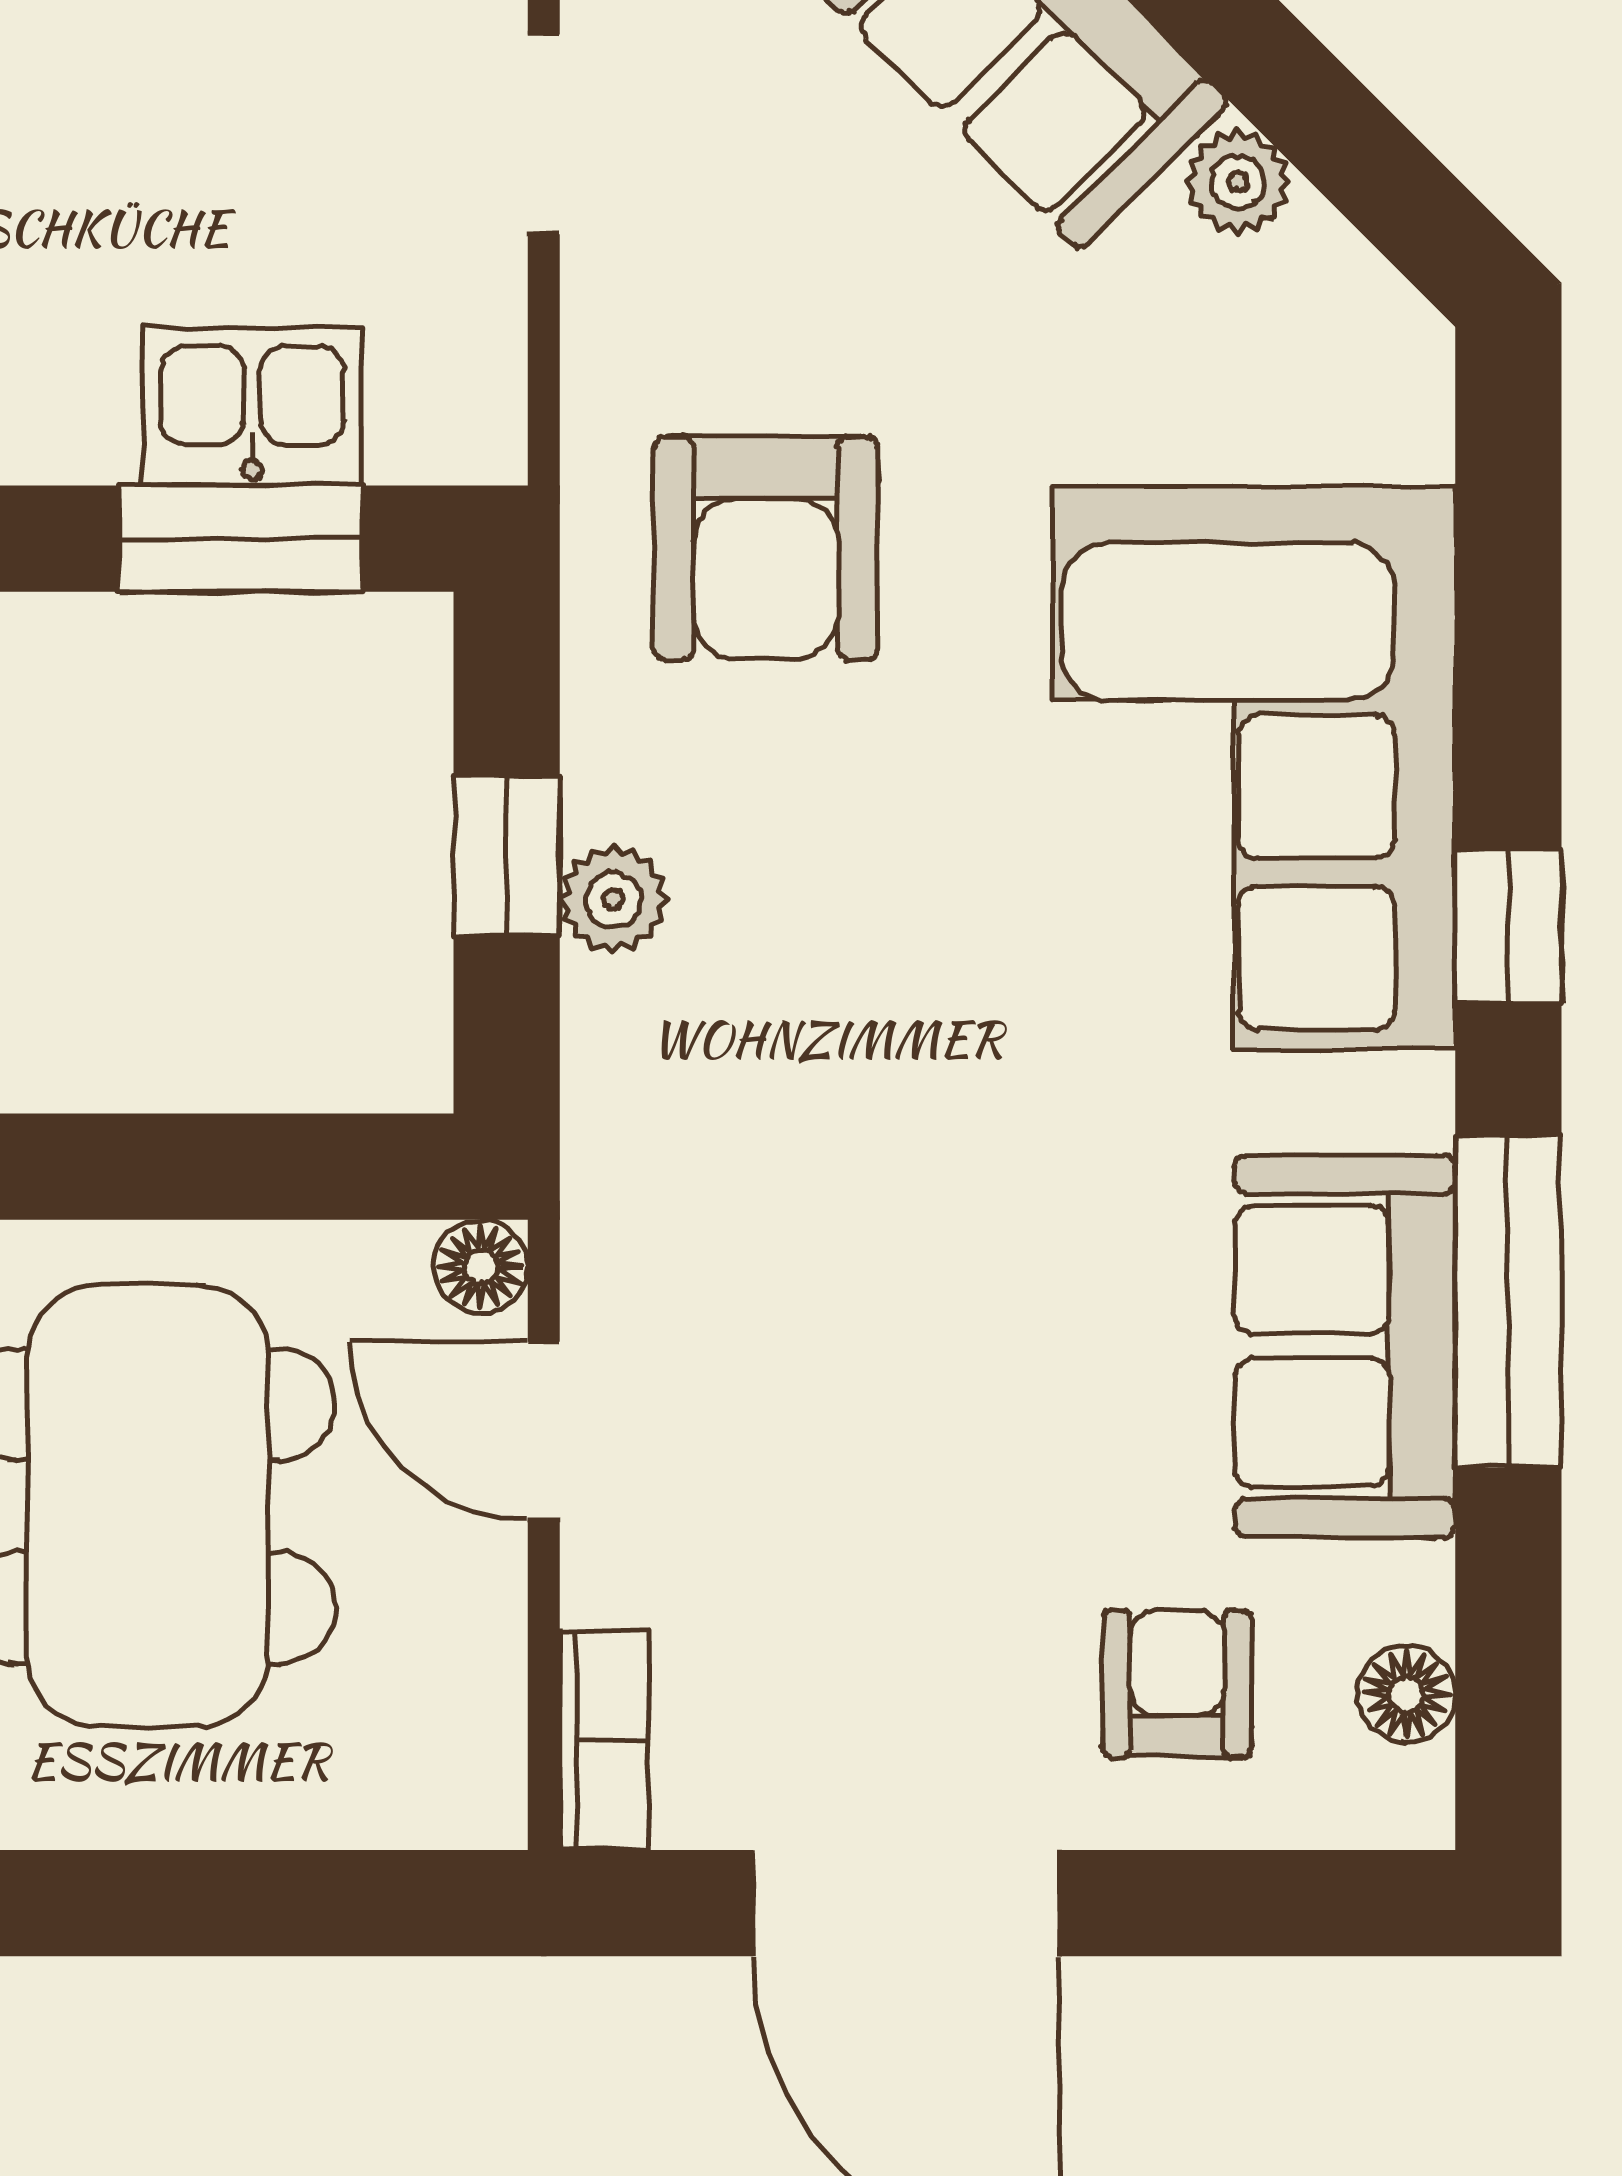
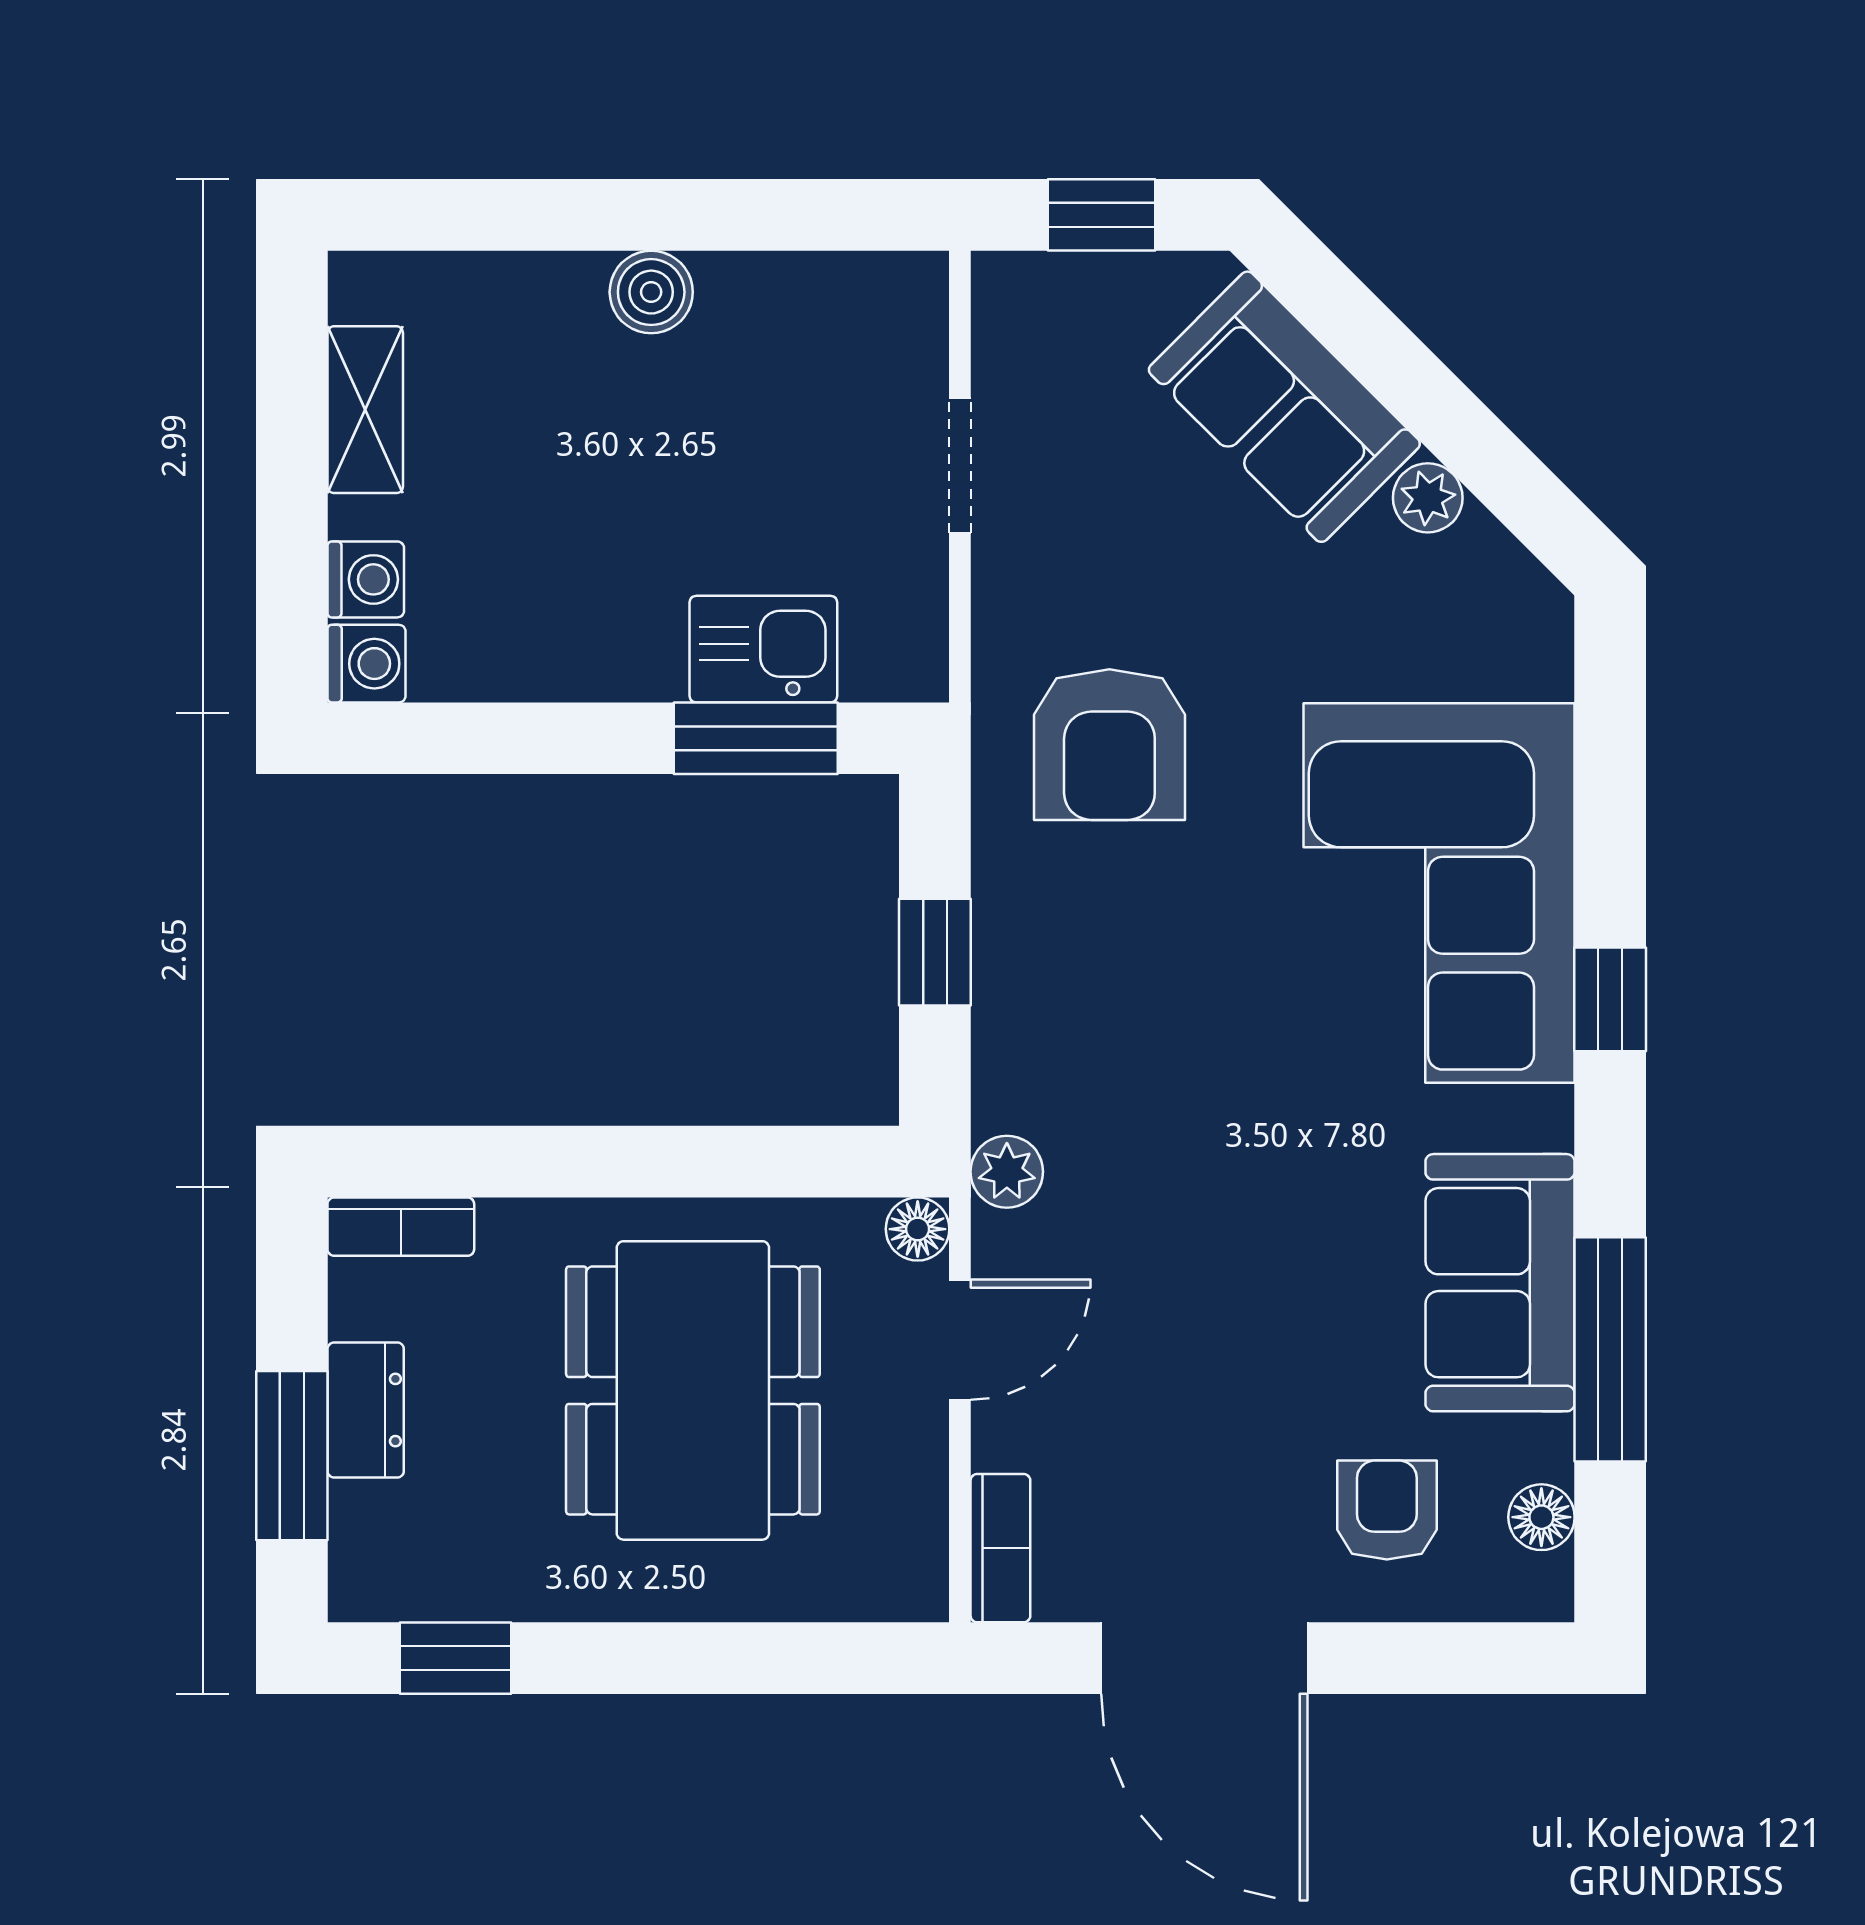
plant: (613, 899) -> (1007, 1172), moved
window: (1508, 1301) -> (1610, 1349), moved
door: (544, 1431) -> (960, 1340), swing flipped

